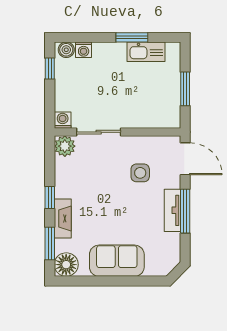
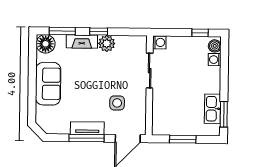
window: (132, 37) -> (224, 114), moved
plant: (65, 146) -> (107, 43), moved

